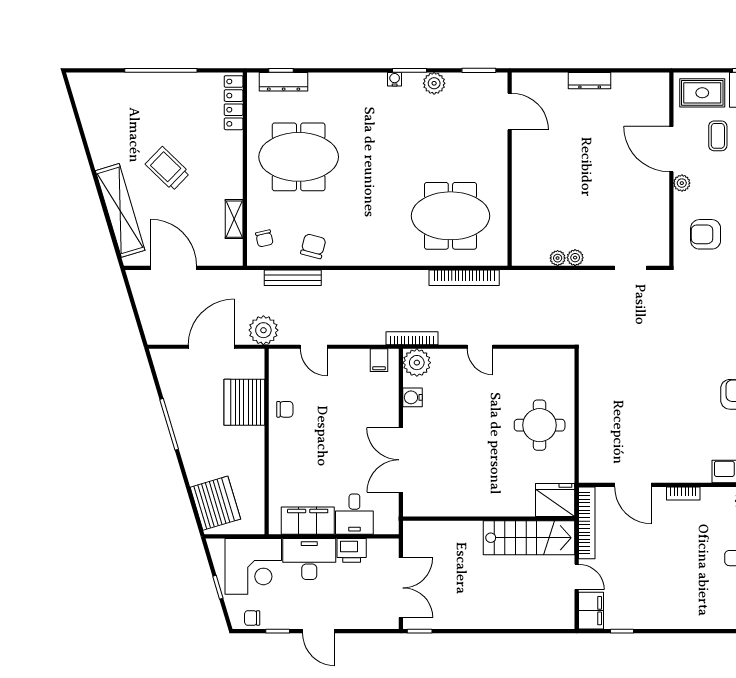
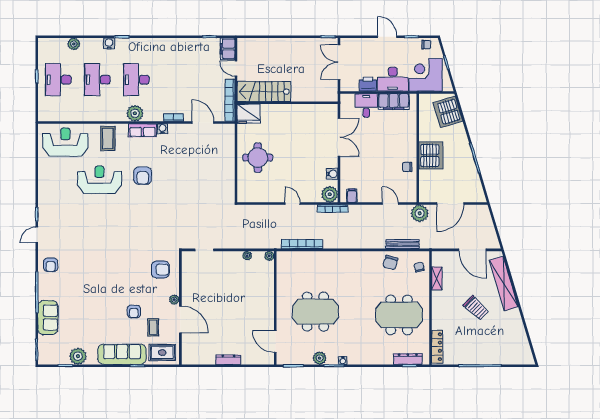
meeting table: (450, 216) -> (315, 312), moved
plant: (575, 258) -> (269, 256), moved
server rack: (244, 402) -> (431, 156), moved
water cooler: (702, 474) -> (162, 129), added

